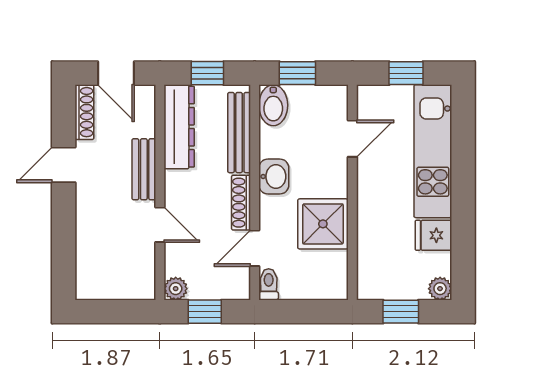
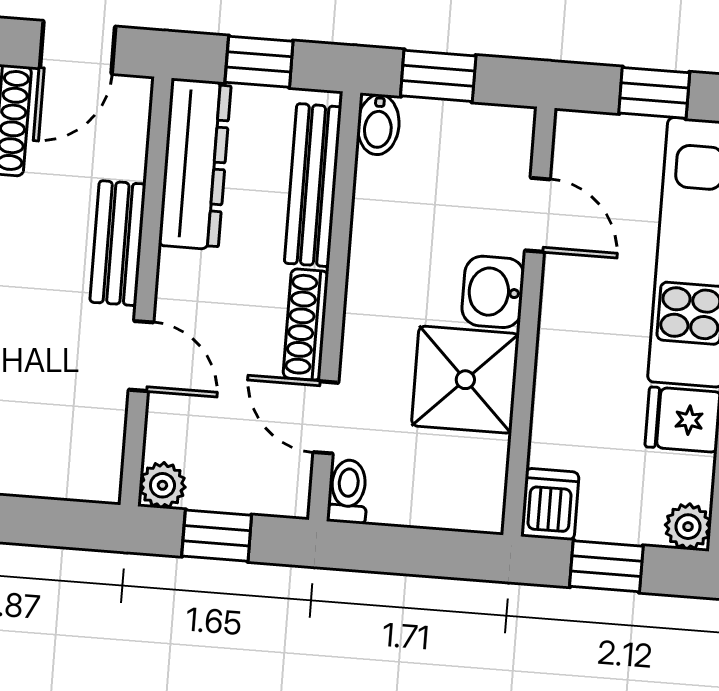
door: (116, 73) -> (77, 47), hinge flipped
bidet: (273, 105) -> (378, 125), width x0.72, depth x0.74
door: (352, 139) -> (537, 215), hinge flipped
washbasin: (274, 176) -> (493, 292), moved, turned 180
door: (255, 248) -> (326, 417), hinge flipped
dishwasher: (370, 283) -> (550, 504), added

